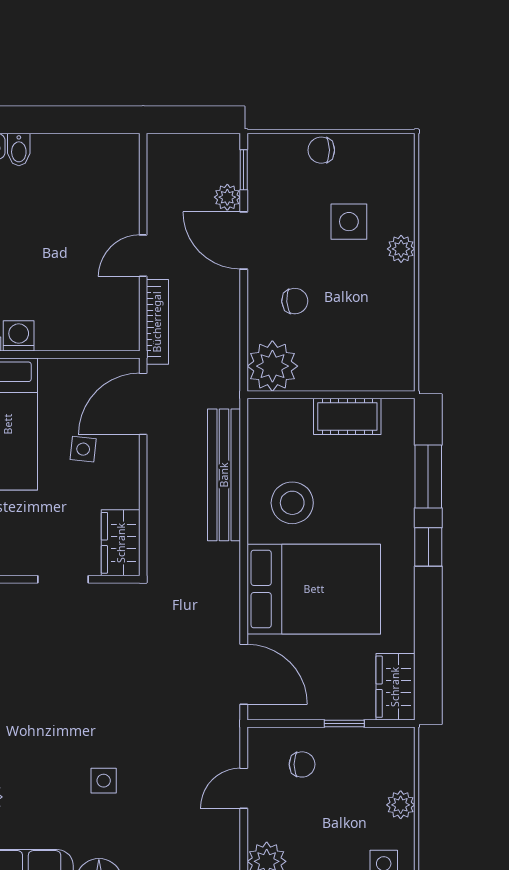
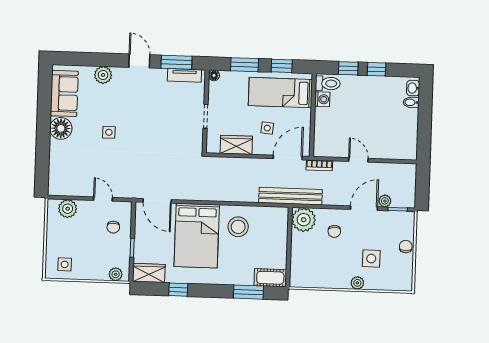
bookcase: (157, 322) -> (319, 165), width x0.64
door: (143, 404) -> (288, 157), hinge flipped
cot: (347, 416) -> (270, 278), moved, turned 90
bench: (224, 475) -> (290, 196), moved
wardrobe: (121, 543) -> (236, 145), moved
window: (428, 547) -> (178, 290), moved
door: (244, 674) -> (157, 201), hinge flipped
plant: (401, 805) -> (116, 274), moved

